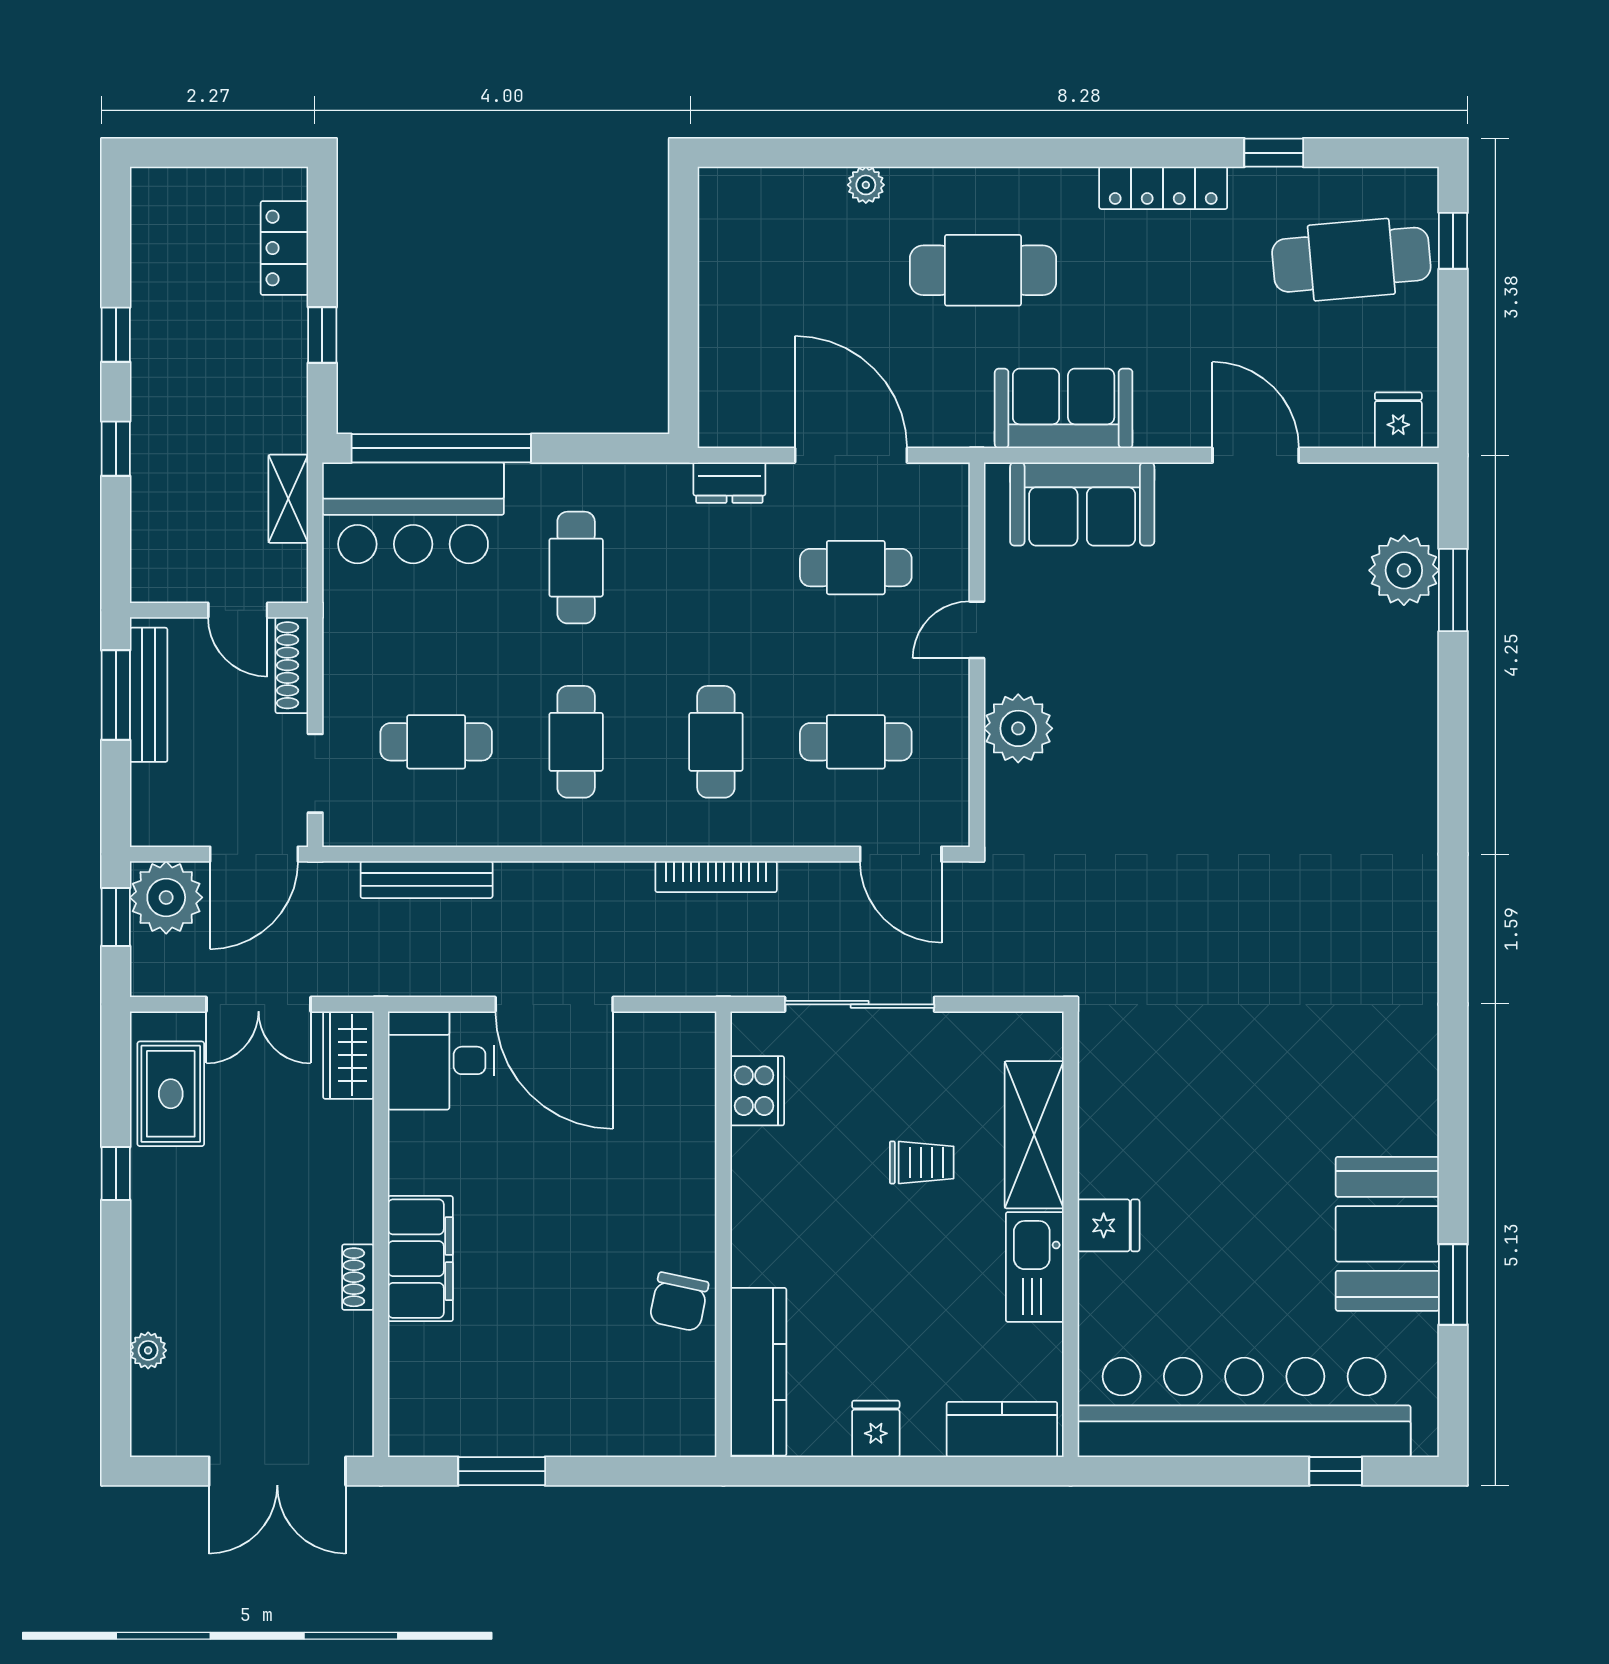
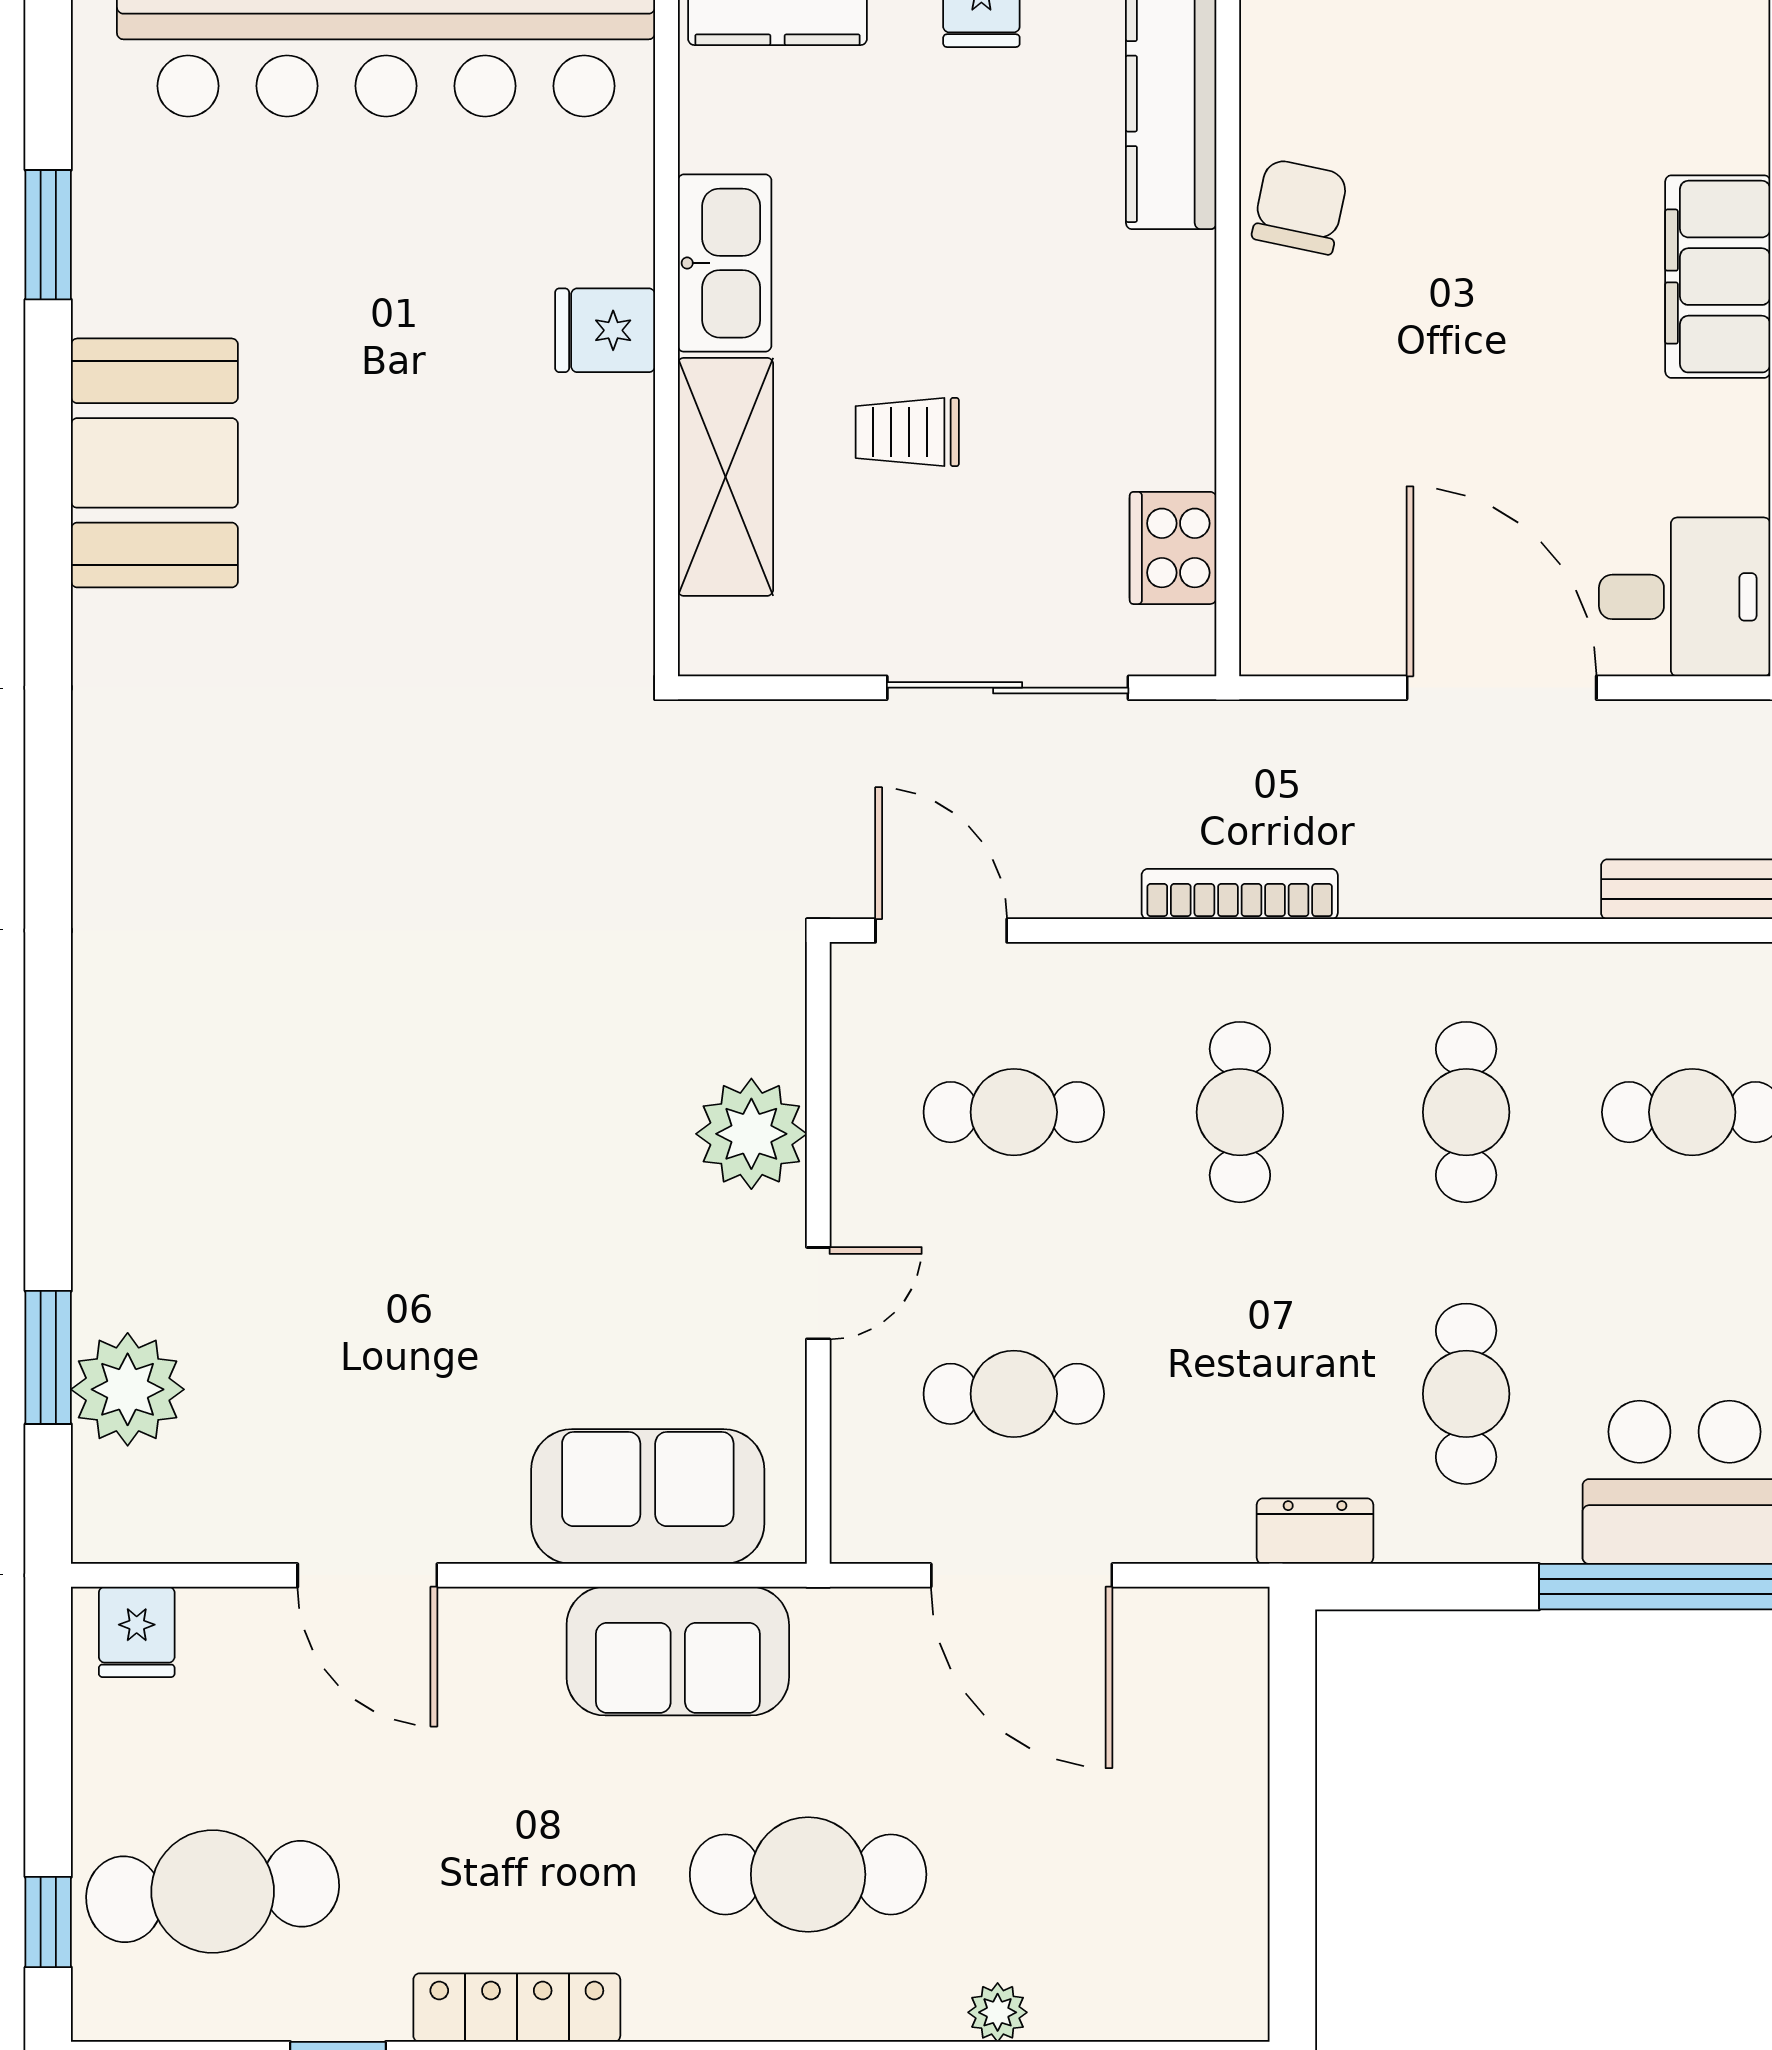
dresser: (729, 483) -> (1315, 1531), moved
booth: (1387, 1234) -> (154, 463), moved

